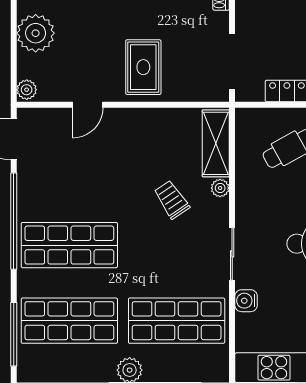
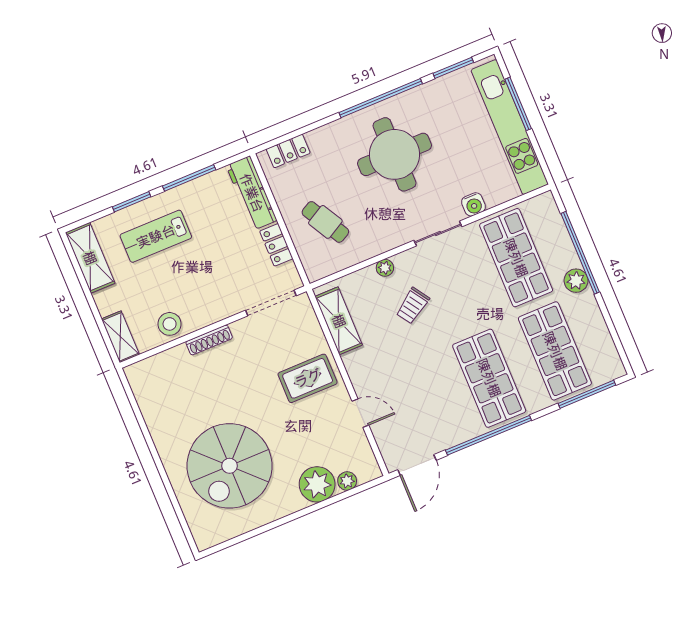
plant: (27, 90) -> (347, 481), moved
shelving: (216, 143) -> (339, 321), moved, turned 90

